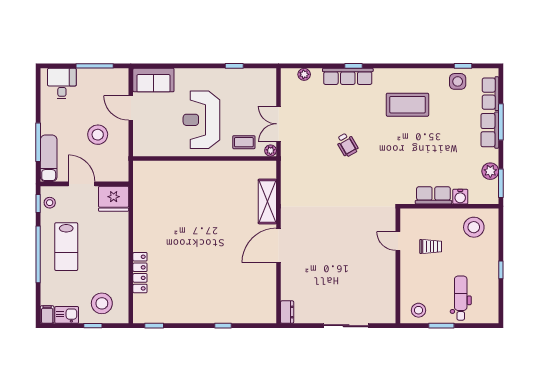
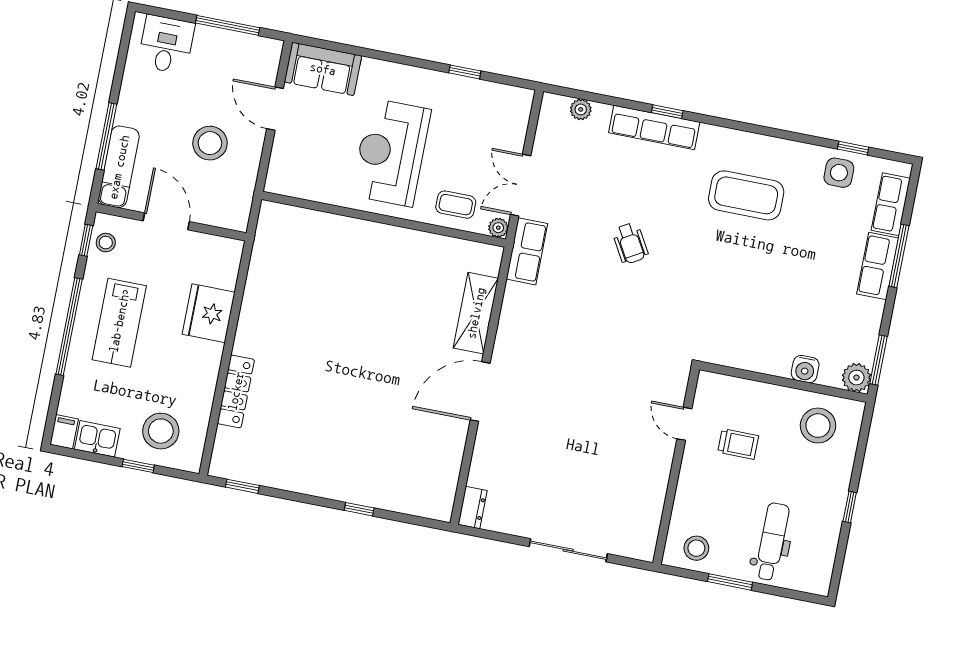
plant: (490, 171) -> (856, 378), moved
row of seats: (433, 195) -> (527, 251), moved, turned 90
fridge: (114, 199) -> (209, 313), moved, turned 90

